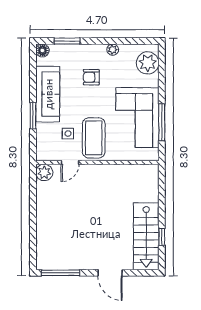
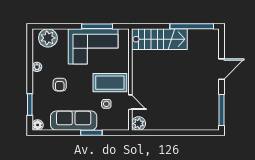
stairs: (146, 236) -> (159, 39), moved
window: (162, 237) -> (192, 26), width x3.17

